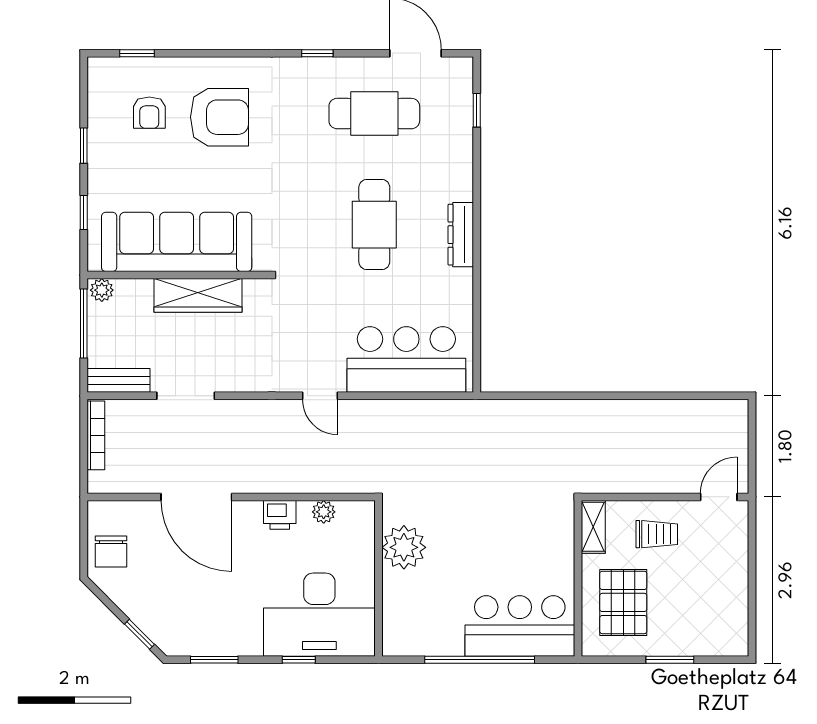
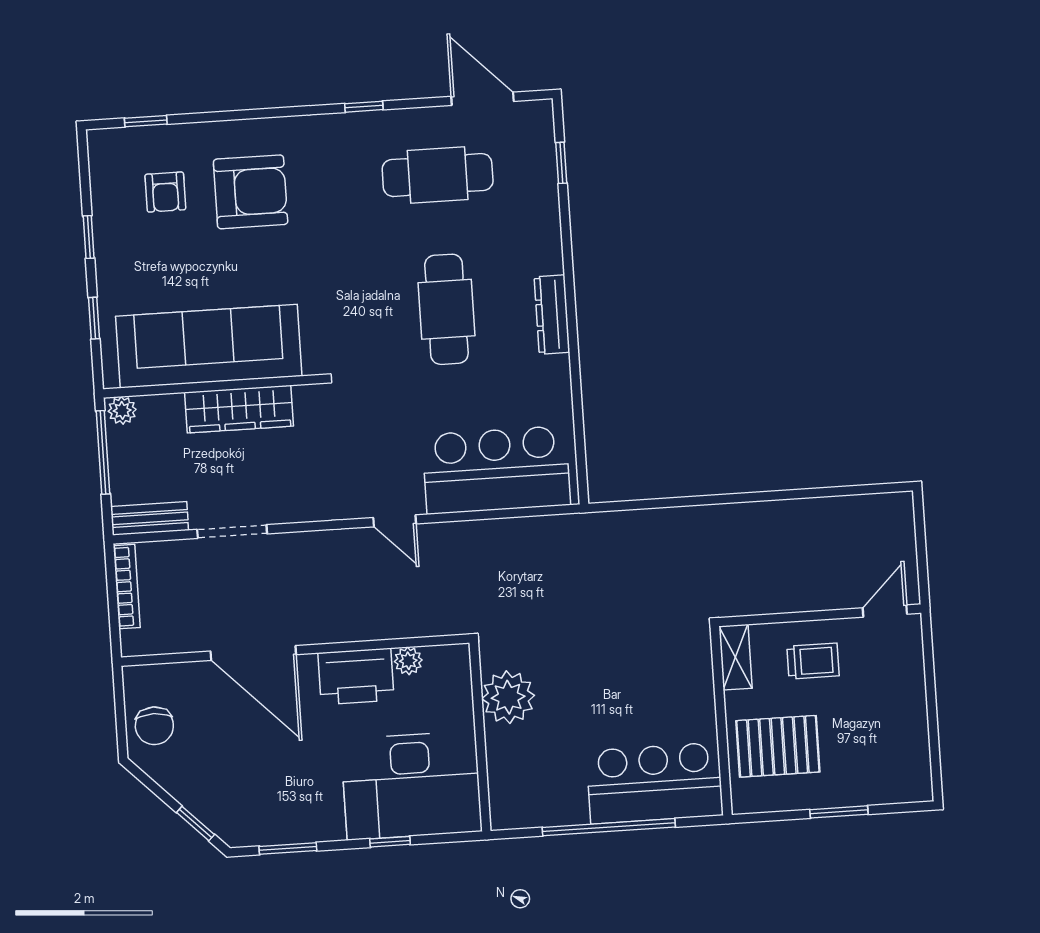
printer: (280, 515) -> (356, 676), width x1.87, depth x1.48
pallet: (623, 602) -> (778, 746), turned 90

